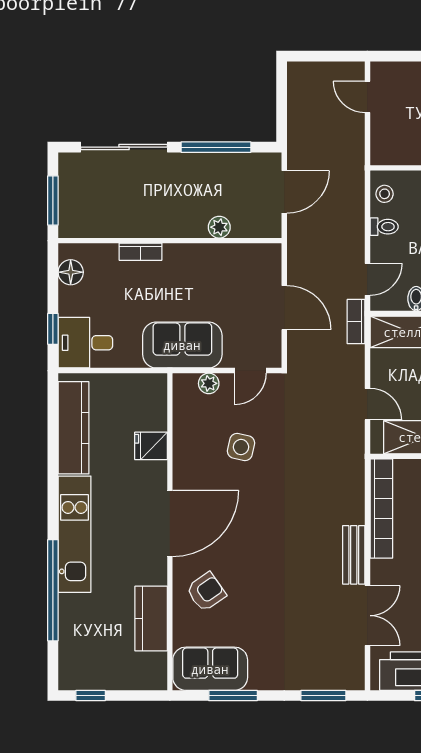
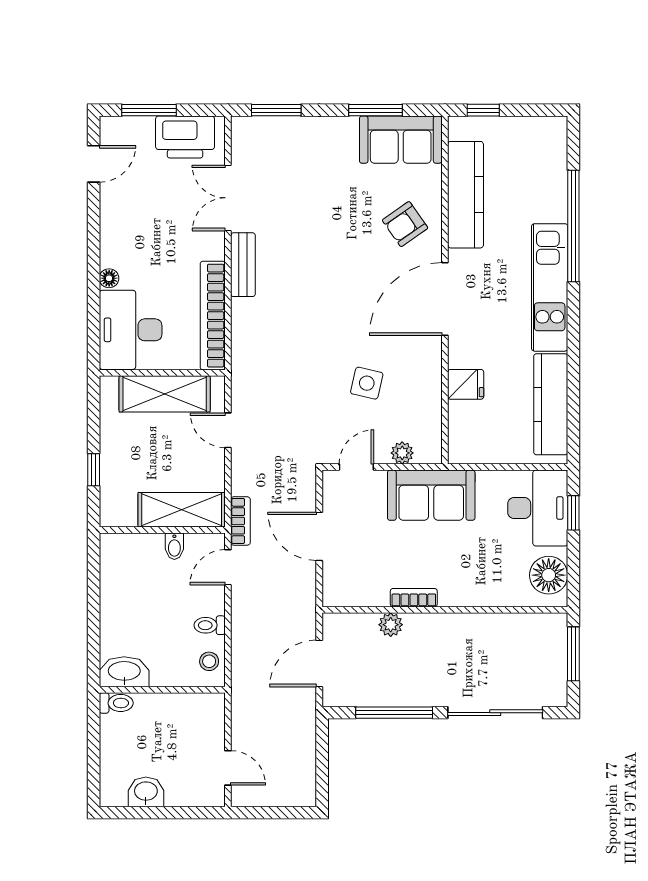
bookcase: (141, 252) -> (414, 598), moved
floor lamp: (71, 272) -> (549, 575), width x1.38, depth x1.38
desk: (85, 343) -> (538, 508), width x1.37
kitchen counter: (151, 619) -> (466, 195), width x1.50
window: (91, 696) -> (483, 110), moved

